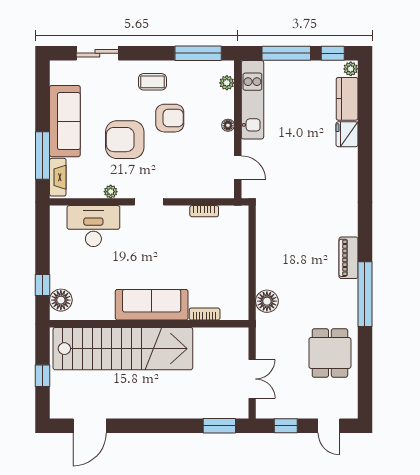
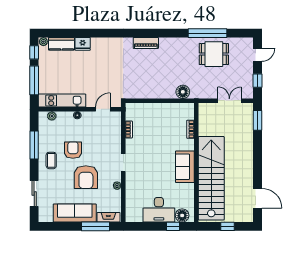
window: (198, 53) -> (34, 145), moved
desk: (93, 226) -> (159, 210), moved, turned -90
piano: (348, 258) -> (146, 43), moved
window: (365, 294) -> (207, 33), moved
sofa: (152, 305) -> (185, 167), width x0.73

